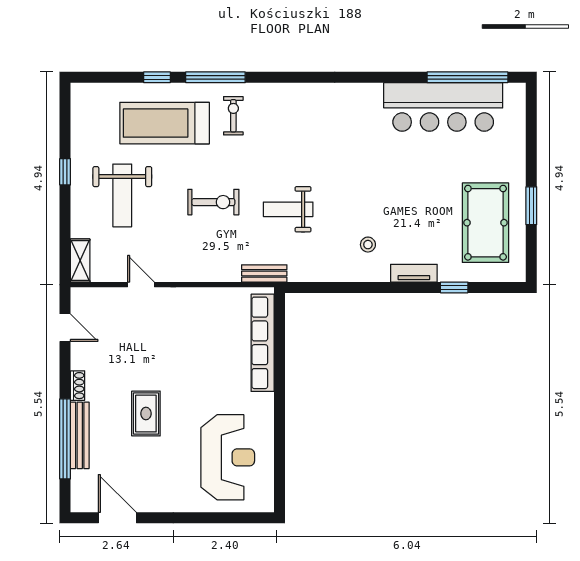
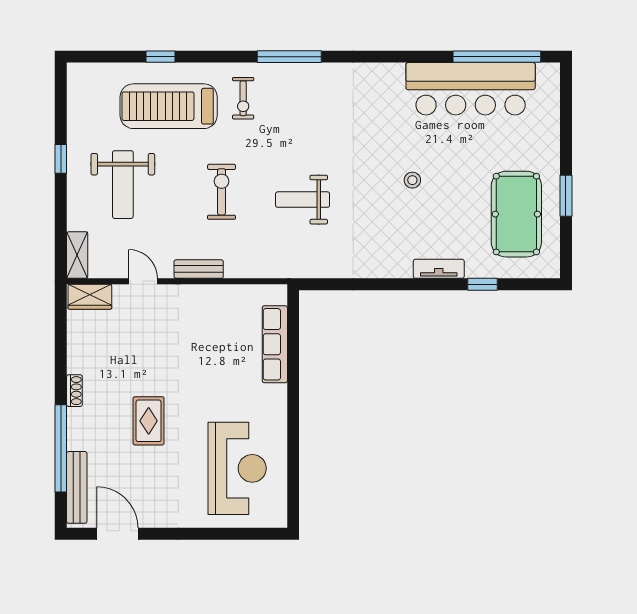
window: (215, 77) -> (289, 57), moved
exercise bike: (233, 116) -> (243, 98), turned 180
exercise bike: (213, 202) -> (222, 192), turned -90
stool: (368, 245) -> (412, 180), moved
bench: (264, 273) -> (199, 269), moved
wardrobe: (92, 299) -> (90, 297), added
door: (65, 328) -> (61, 328), removed
row of seats: (263, 343) -> (275, 344), width x0.73
bench: (80, 435) -> (77, 487), moved

